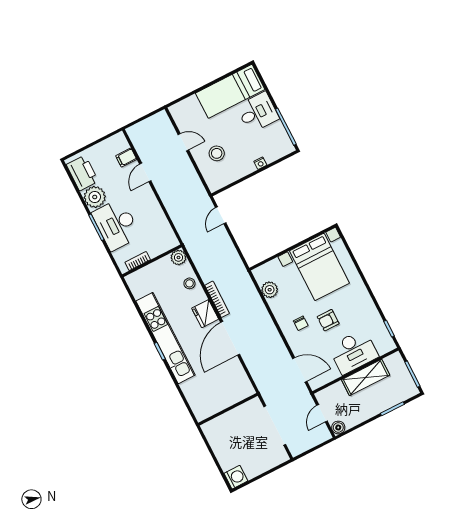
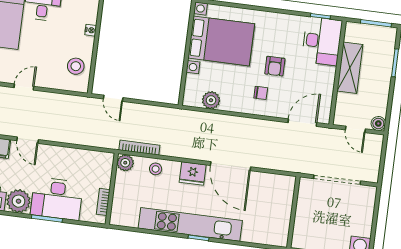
stool: (217, 153) -> (76, 66), moved
bookcase: (217, 299) -> (139, 148), moved
desk: (353, 352) -> (322, 41), moved

